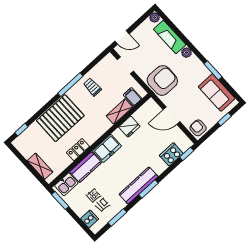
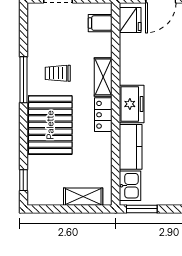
trolley: (92, 87) -> (58, 73), moved
shelving: (119, 112) -> (103, 77), moved
fridge: (129, 127) -> (130, 20), moved
locker: (78, 150) -> (103, 115), moved

